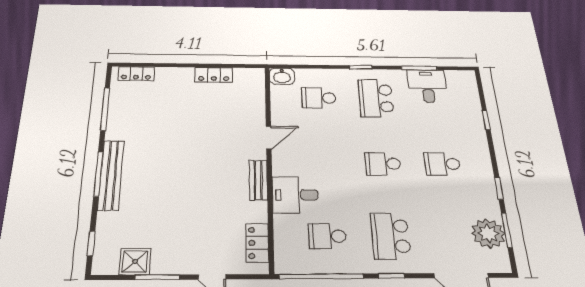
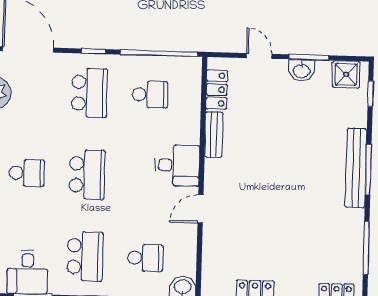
school desk: (383, 164) -> (87, 175), width x1.85
bench: (258, 180) -> (214, 135), moved
desk: (295, 195) -> (177, 165), moved
shower: (135, 261) -> (346, 74), moved
washbasin: (166, 264) -> (302, 70), added

